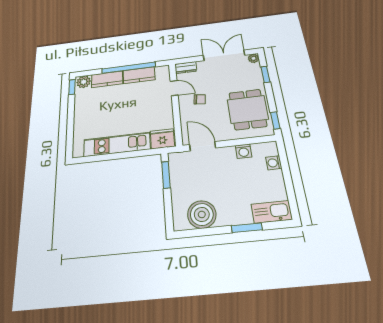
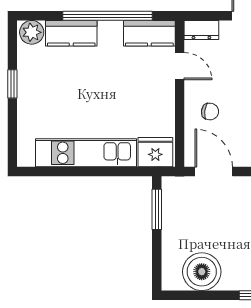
kitchen counter: (139, 75) -> (149, 33), moved
window: (72, 87) -> (12, 84), moved
chair: (200, 99) -> (210, 112), moved

